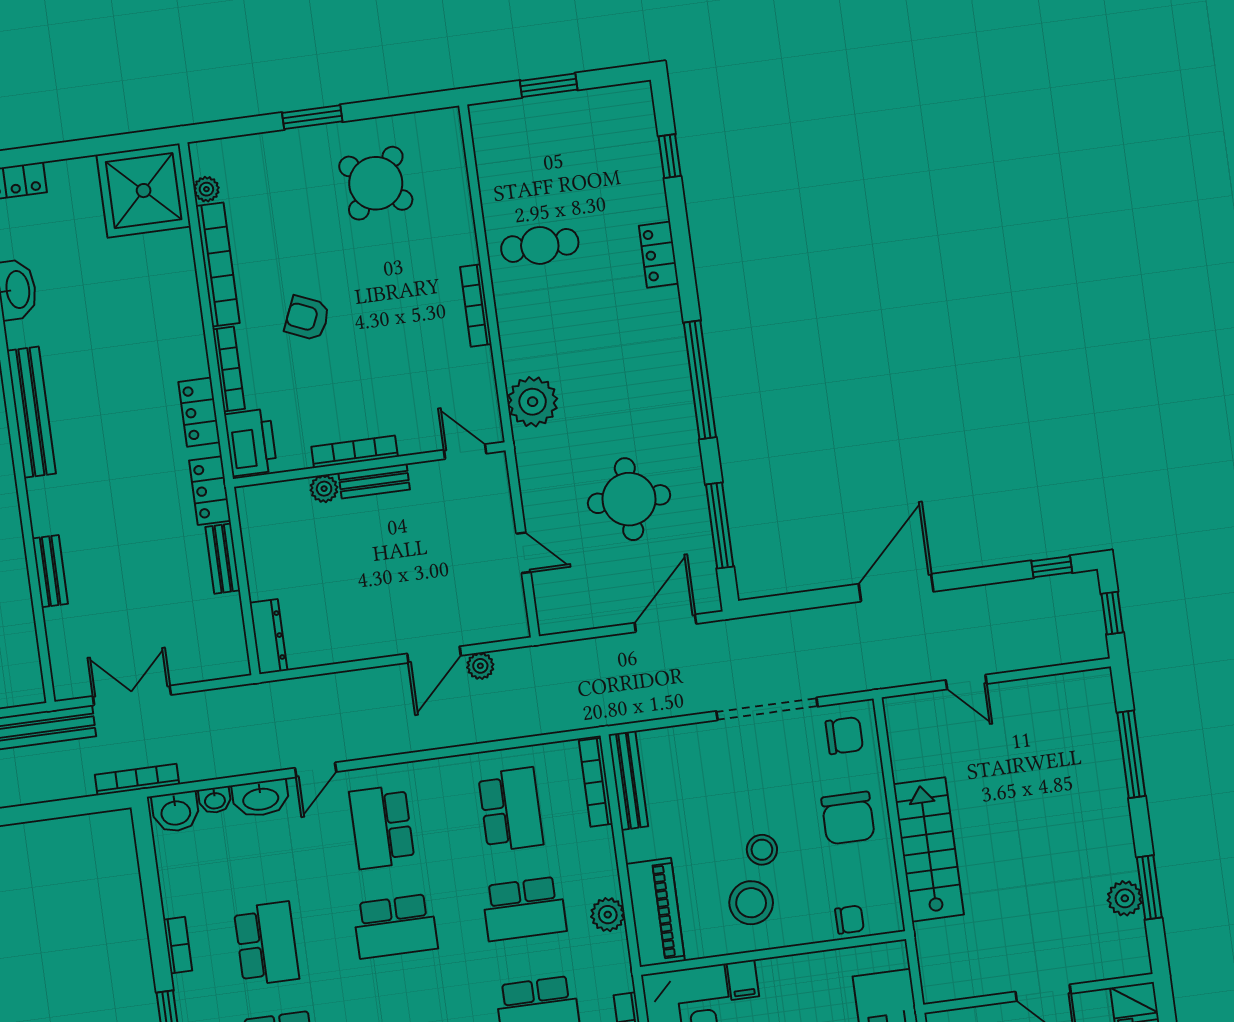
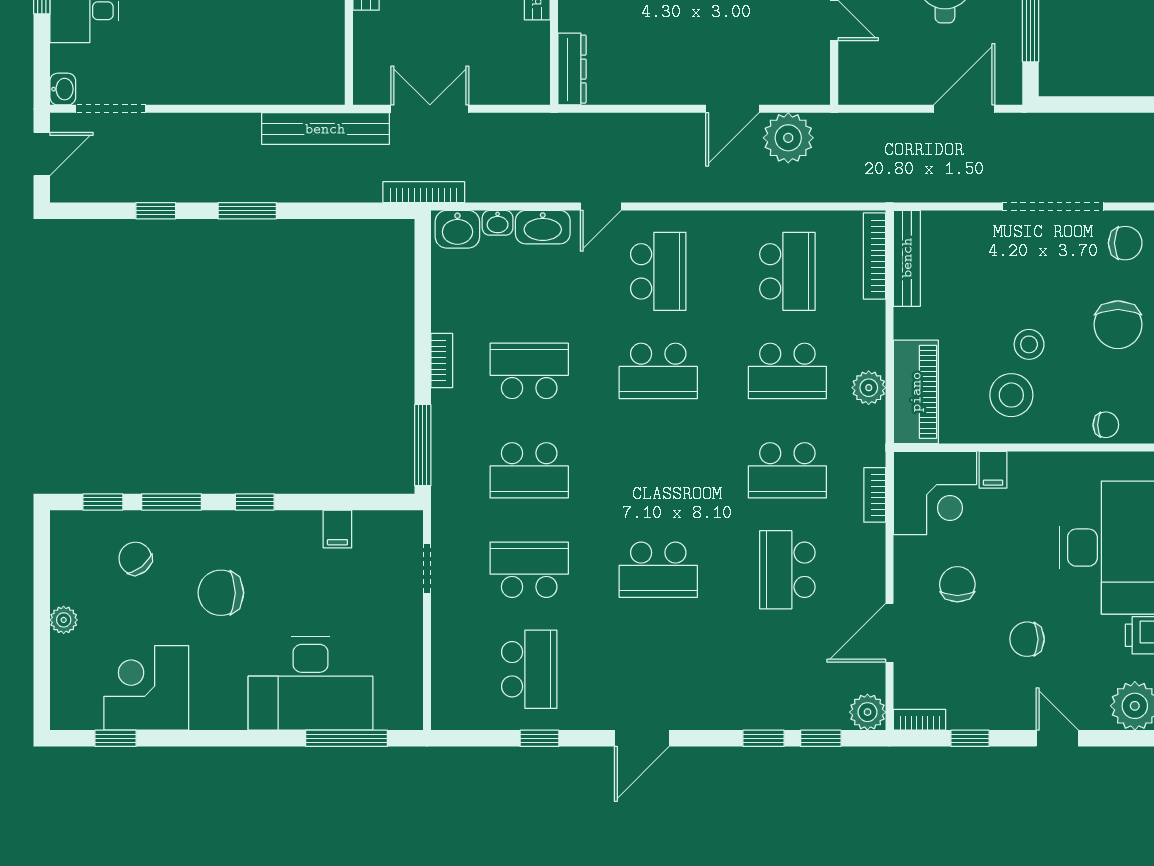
plant: (480, 666) -> (788, 138), width x1.87, depth x1.87
school desk: (382, 827) -> (658, 271), turned 180
school desk: (266, 944) -> (529, 371), turned -90

